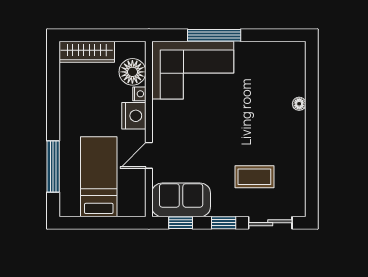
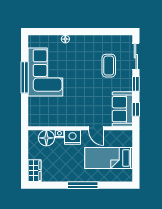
window: (214, 35) -> (25, 77), moved
wardrobe: (87, 52) -> (35, 171), width x0.67
corner sofa: (193, 70) -> (45, 72), moved
window: (53, 166) -> (83, 185), moved

